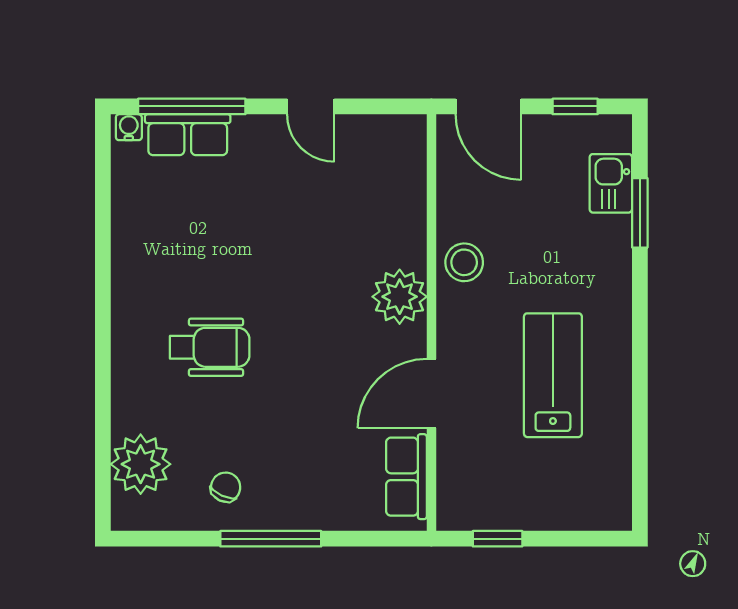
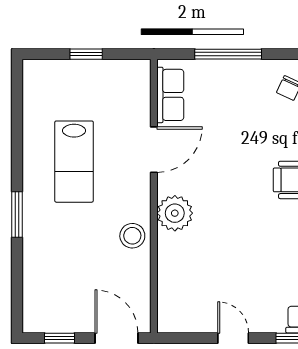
kitchen sink: (611, 183) -> (36, 288), removed
window: (640, 213) -> (17, 214), moved
window: (271, 539) -> (228, 54), moved
window: (498, 539) -> (86, 54), moved

